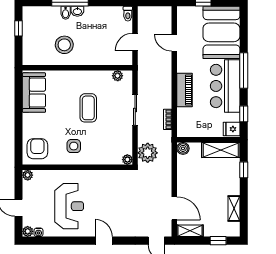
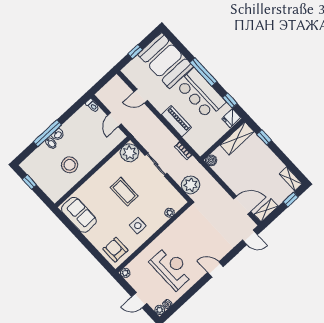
plant: (118, 76) -> (130, 153), width x1.88, depth x1.88
plant: (127, 160) -> (170, 213), moved
shelving: (234, 209) -> (291, 179), moved

